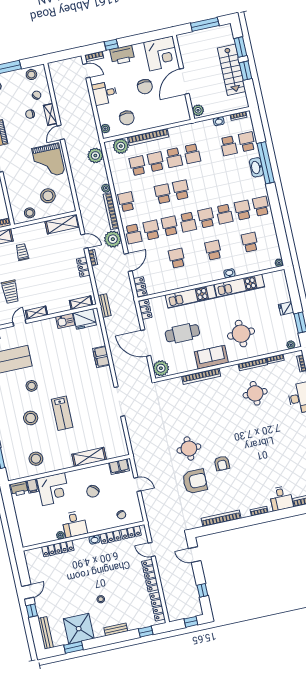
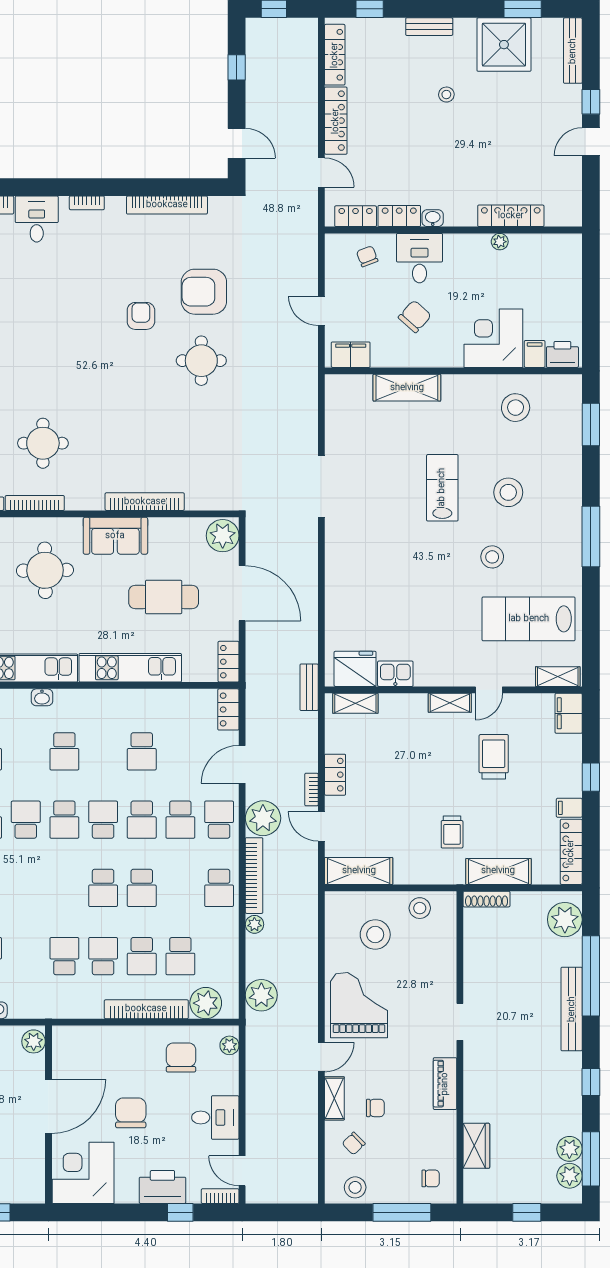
filing cabinet: (101, 357) -> (338, 585), removed
desk: (74, 524) -> (420, 258), moved

